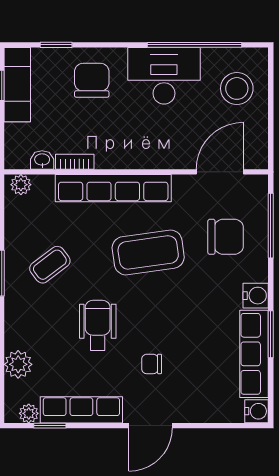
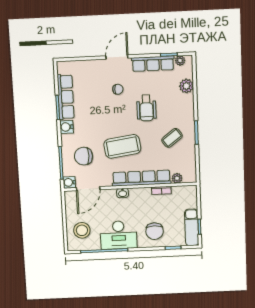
washbasin: (42, 160) -> (123, 193), moved
plant: (21, 185) -> (177, 178), moved
water cooler: (257, 411) -> (69, 182), moved

